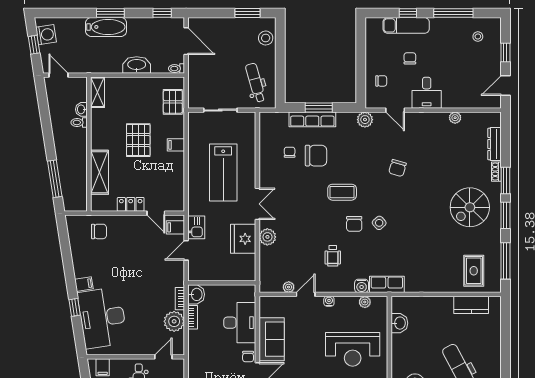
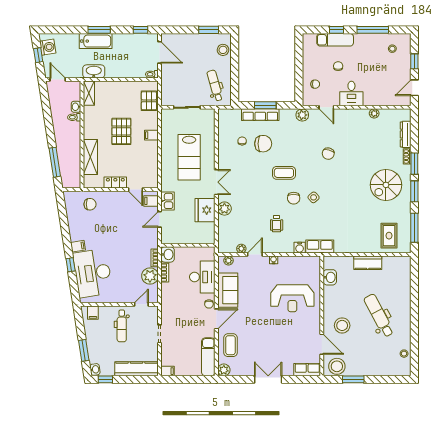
washbasin: (137, 65) -> (94, 71), moved
plant: (365, 302) -> (228, 261), moved
kitchen counter: (471, 305) -> (368, 263), moved

